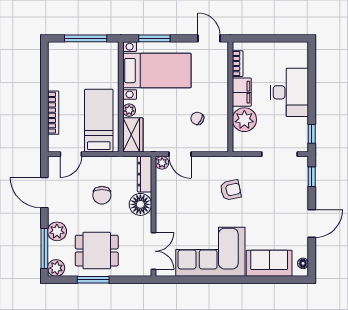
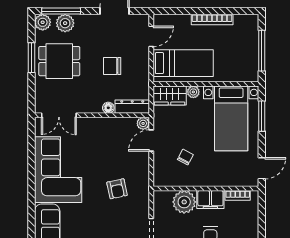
bookcase: (53, 113) -> (212, 19), moved
door: (71, 154) -> (151, 36), swing flipped
floor lamp: (140, 204) -> (108, 108), width x0.53, depth x0.53
plant: (57, 231) -> (65, 23), moved
dining table: (97, 251) -> (59, 61), turned 90

